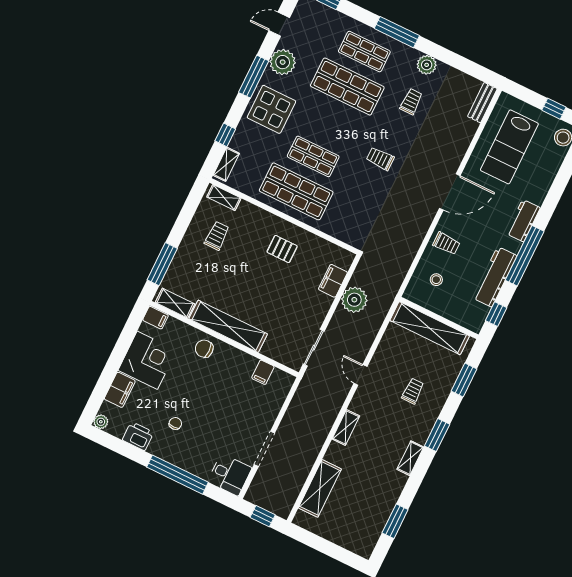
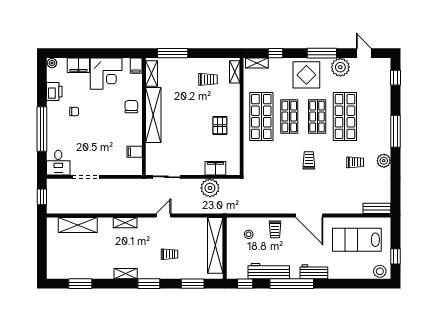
shop shelf: (364, 52) -> (317, 117), moved

